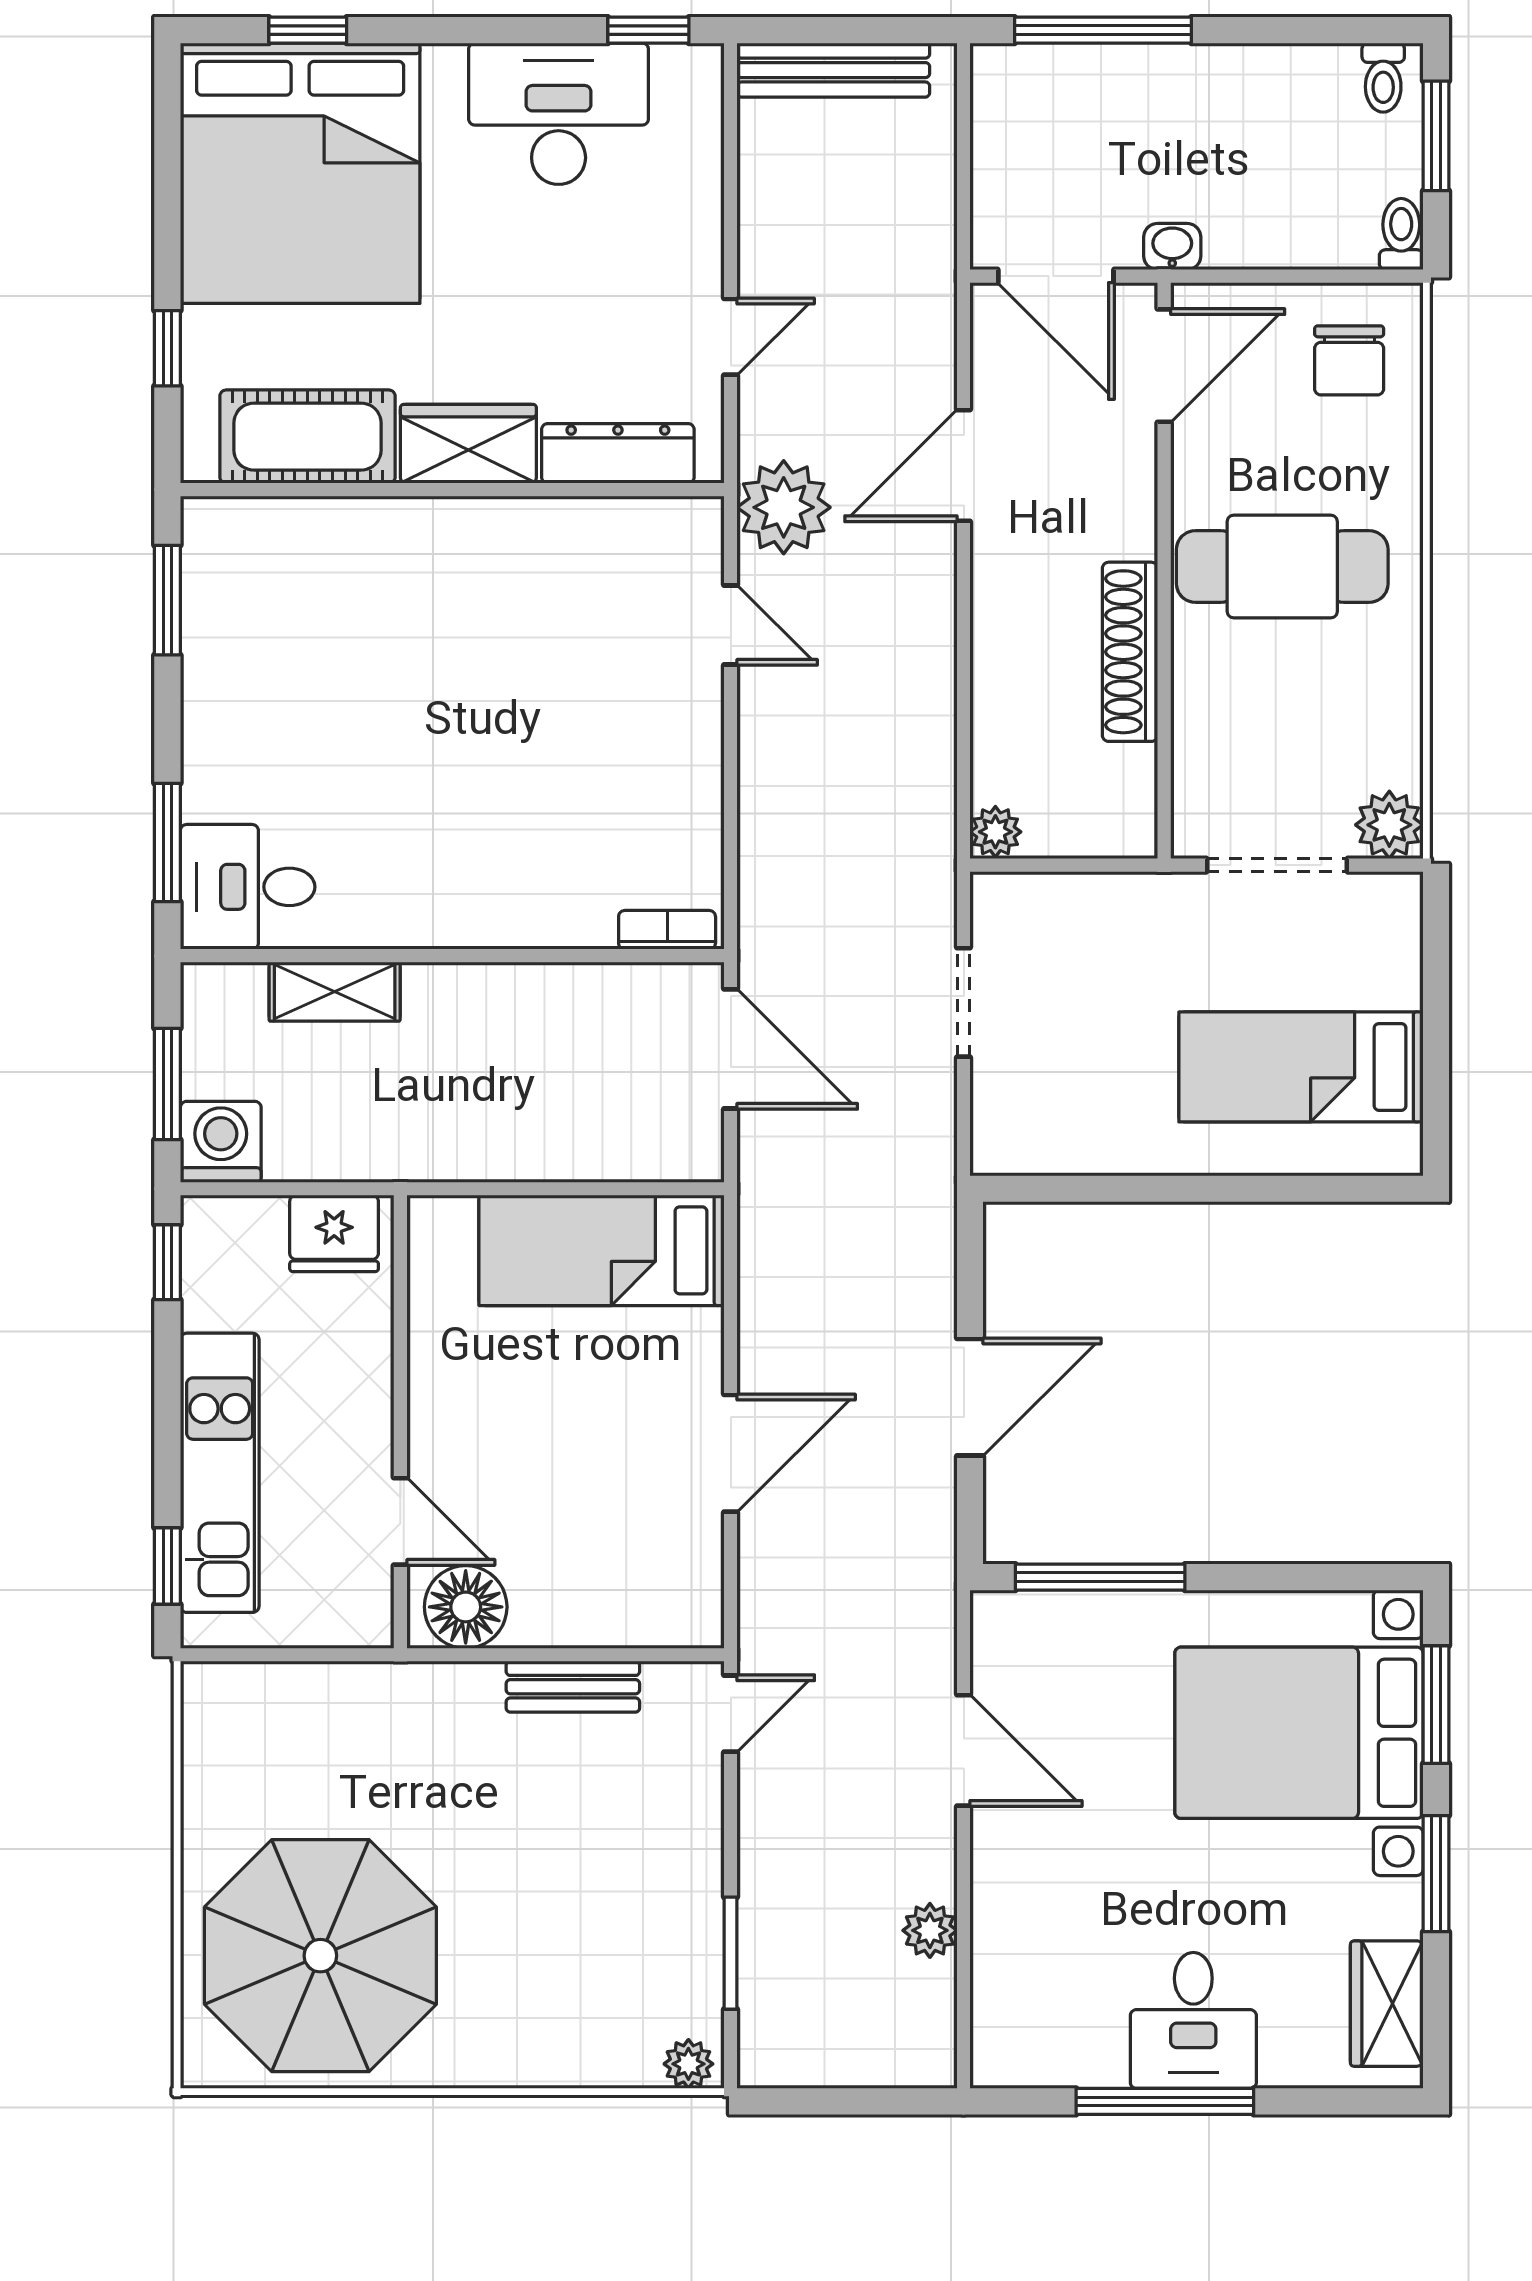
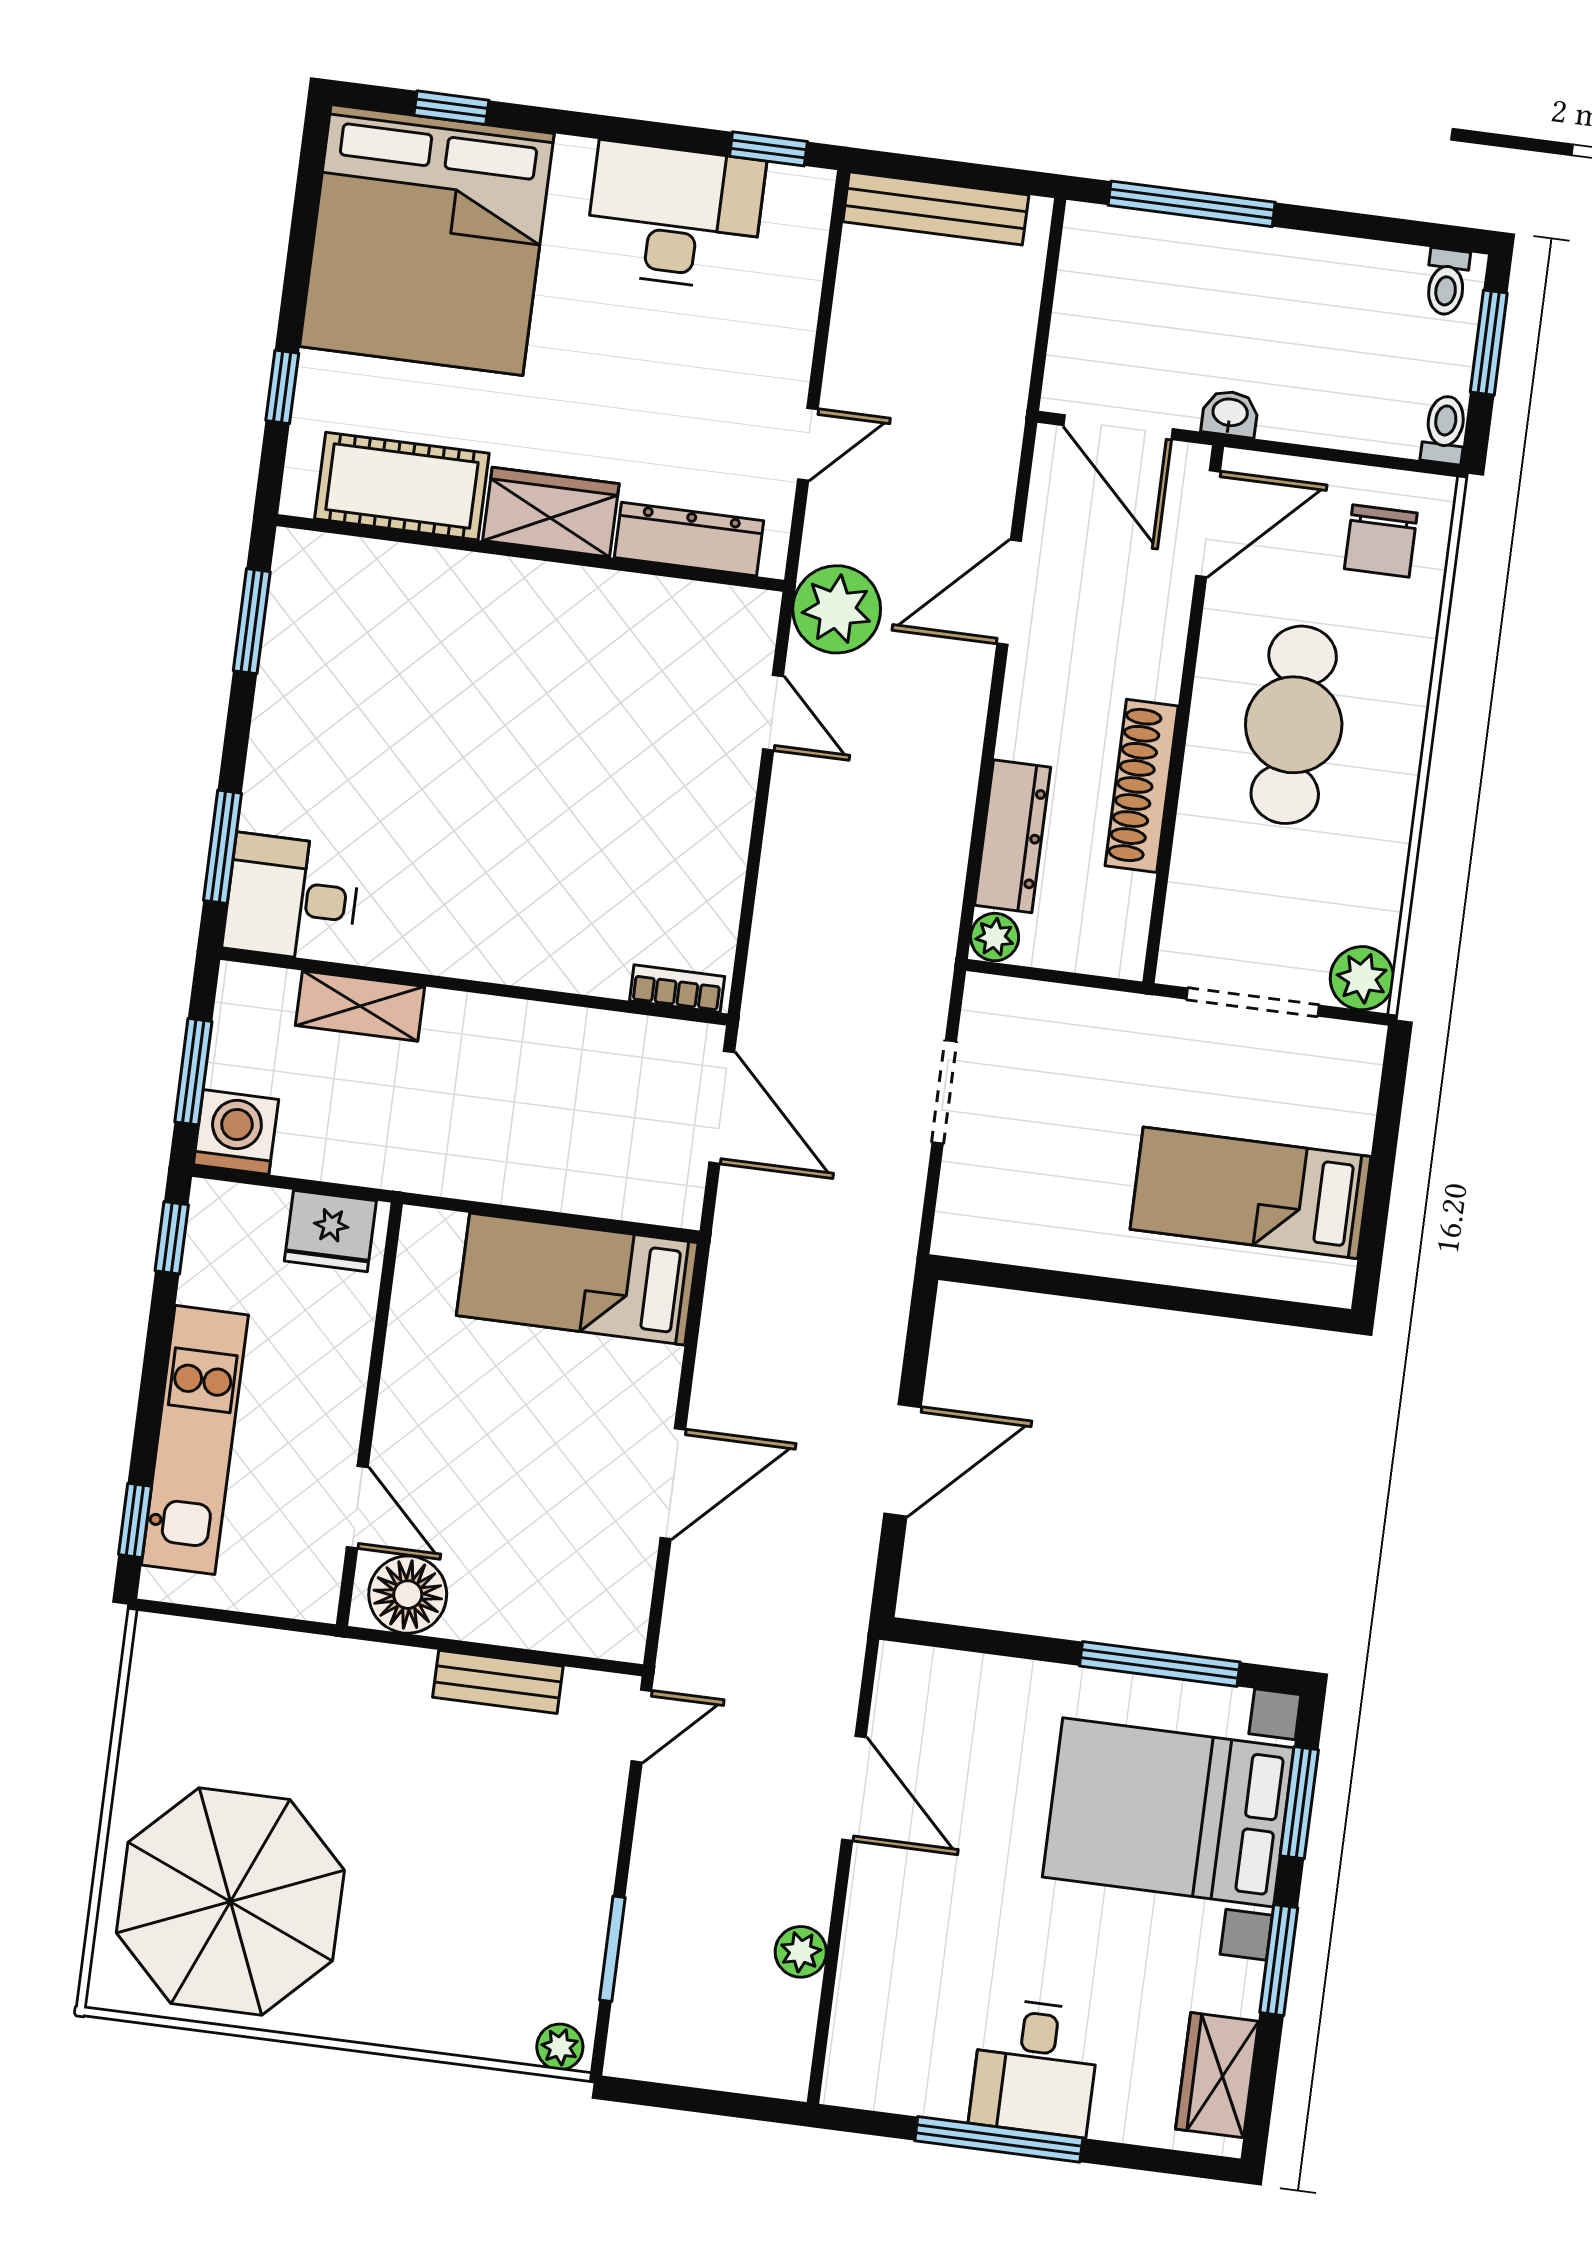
cafe table: (1282, 567) -> (1294, 725), turned 90
dresser: (1001, 723) -> (1013, 836), added
window: (1100, 1577) -> (1160, 1664), moved

